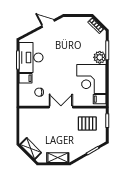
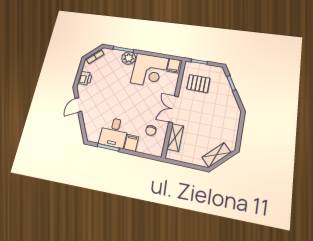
printer: (73, 22) -> (85, 78), added
desk: (31, 57) -> (114, 132), width x0.73
pallet: (87, 123) -> (198, 84), turned 90
shelving: (58, 158) -> (175, 137), moved

